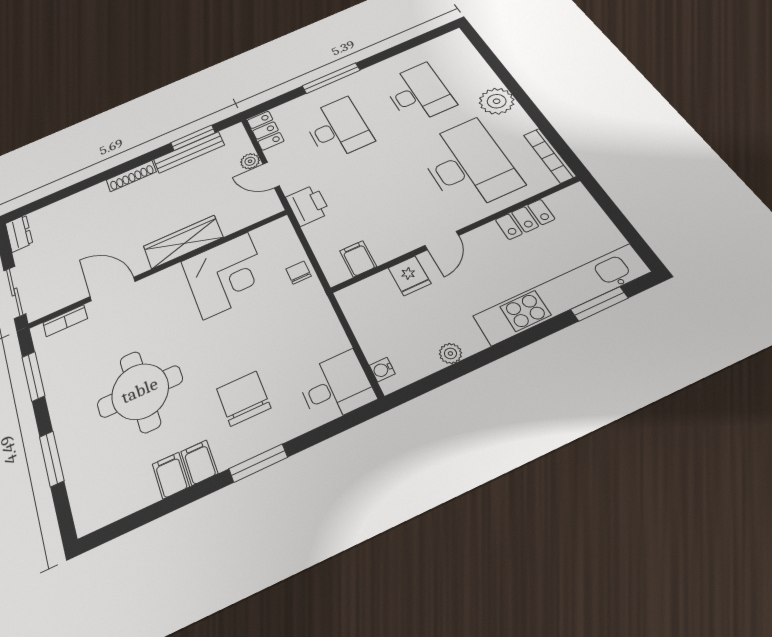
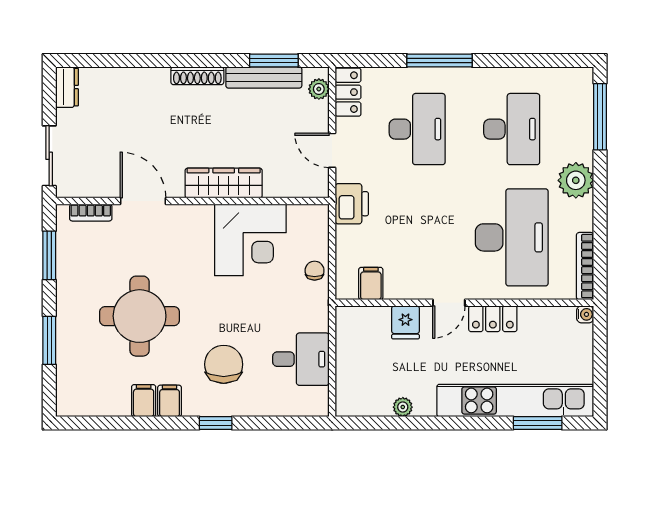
window: (487, 54) -> (600, 117), added
plant: (250, 161) -> (319, 89), moved
locker: (525, 219) -> (493, 319), moved
water cooler: (382, 370) -> (585, 314), moved, turned 180
desk: (336, 387) -> (301, 359), moved
window: (258, 463) -> (216, 423), width x0.67

